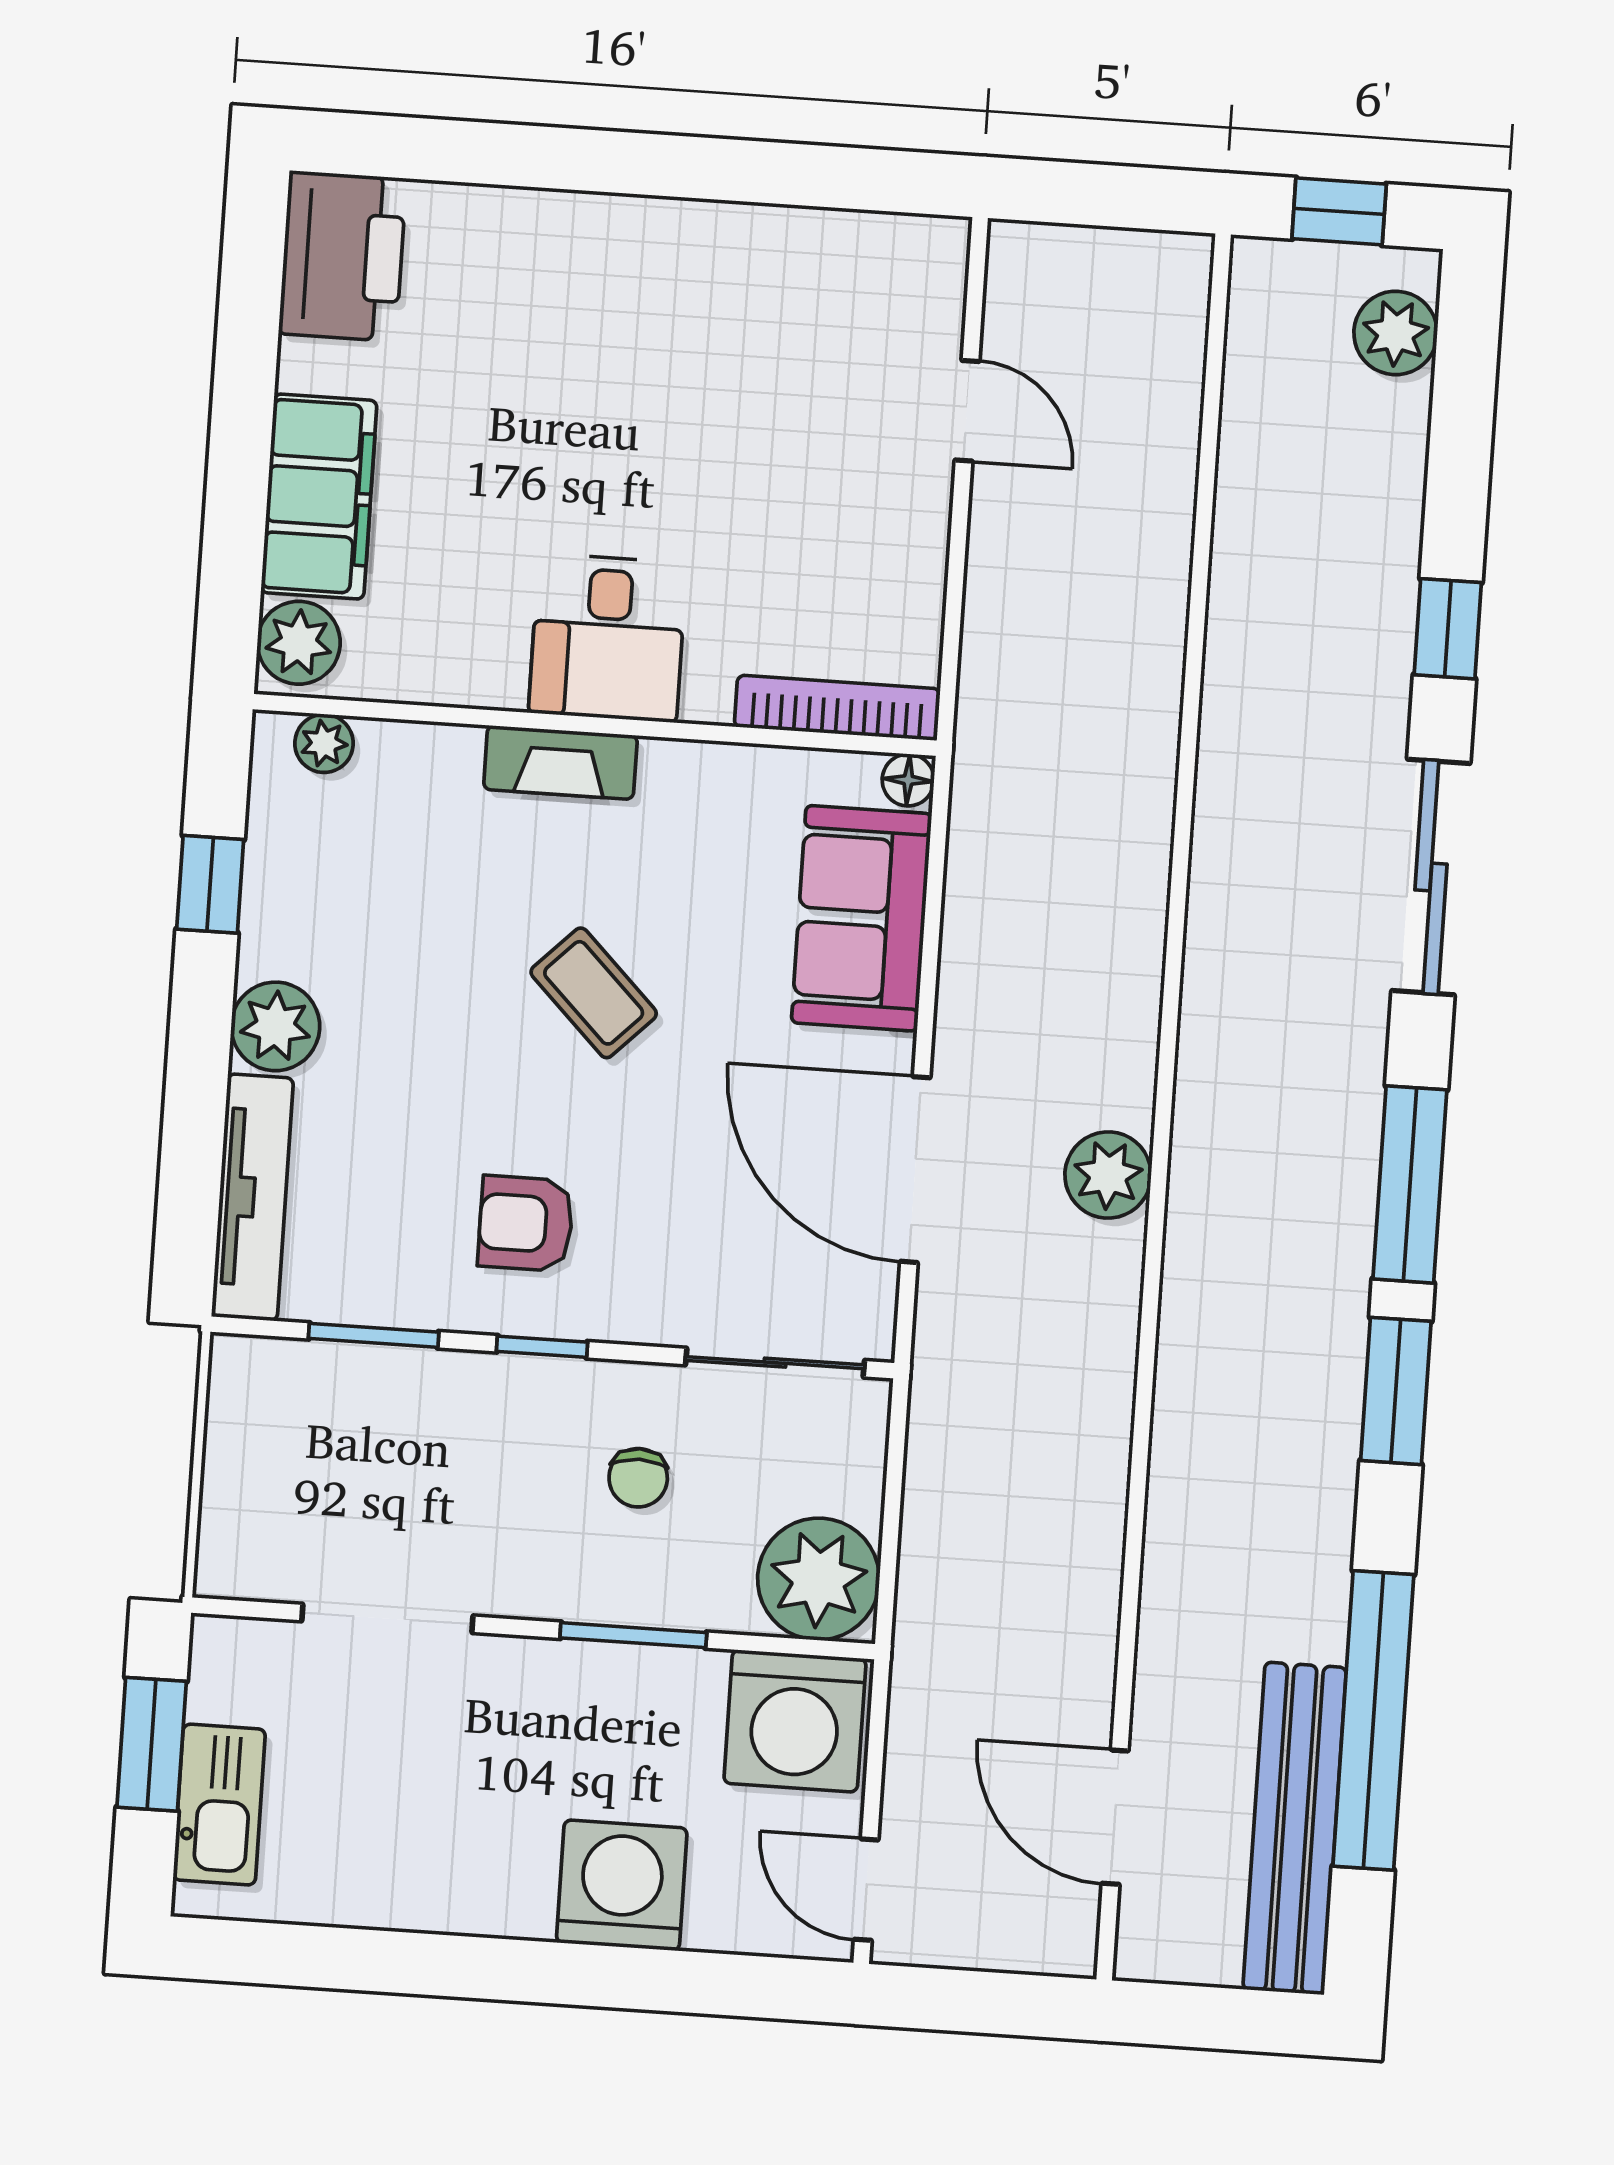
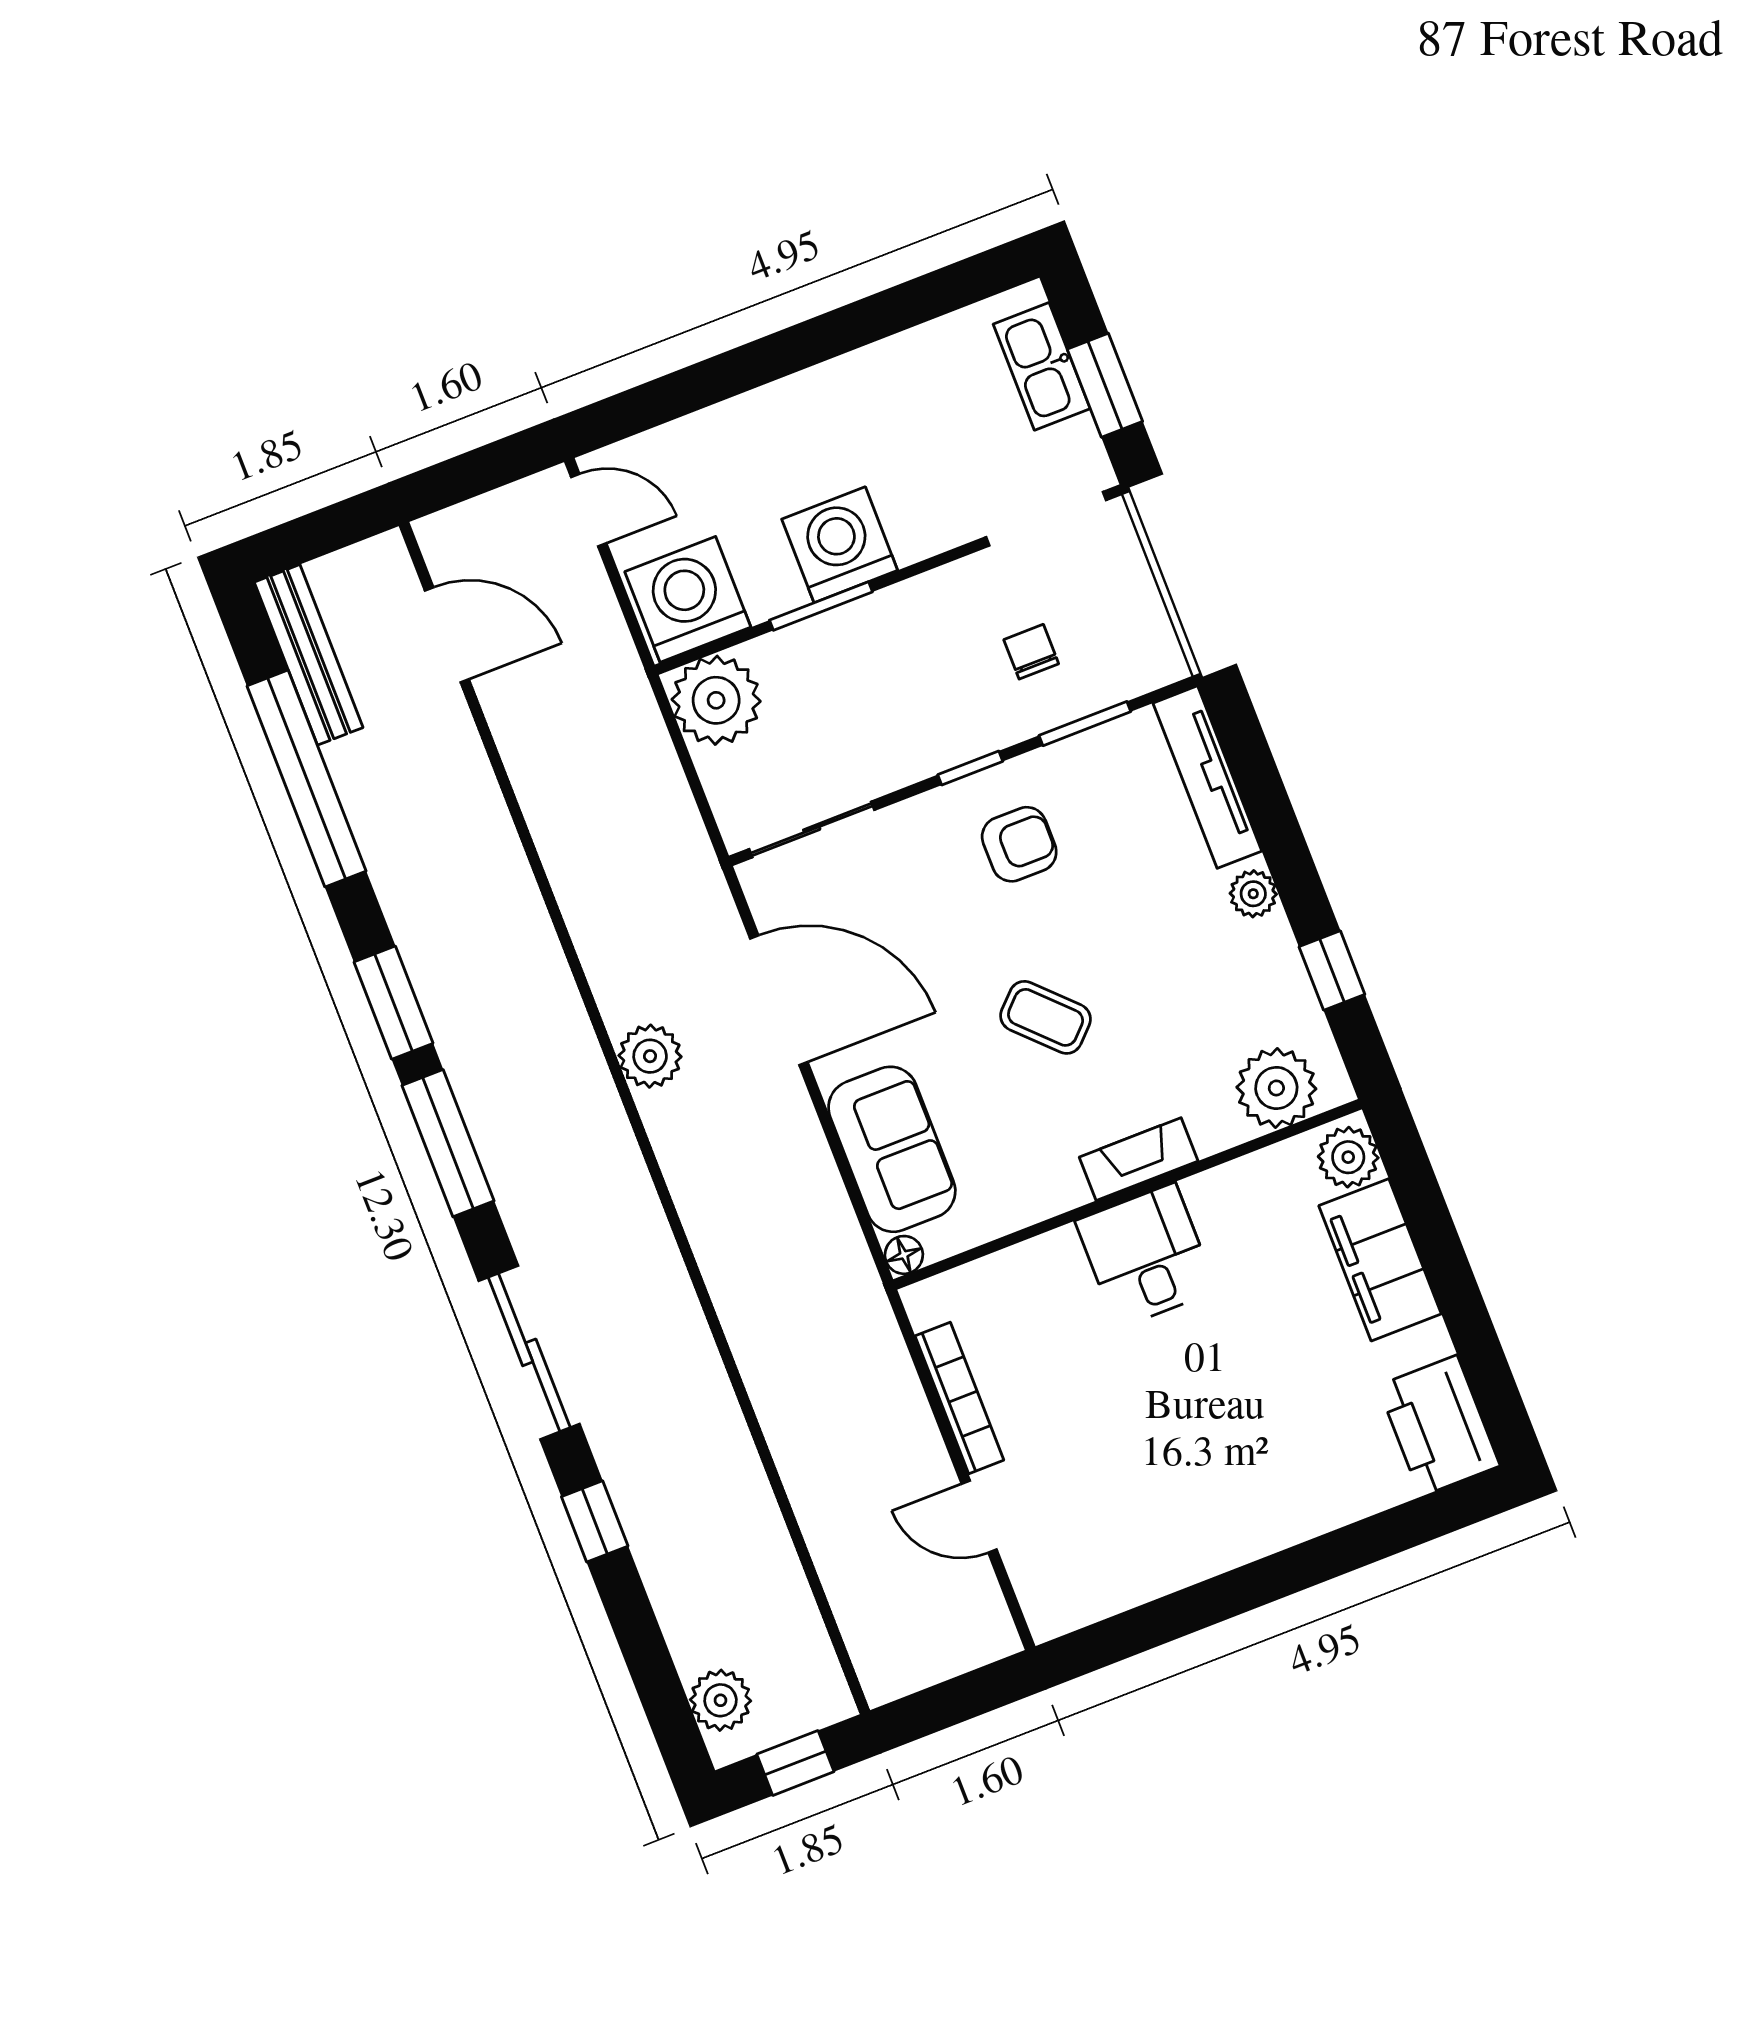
bookcase: (837, 708) -> (959, 1398), moved, turned -90
plant: (324, 743) -> (1276, 1088), width x1.87, depth x1.87
plant: (275, 1026) -> (1253, 894), width x0.73, depth x0.73
chair: (638, 1478) -> (1031, 652), moved
doorway: (387, 1618) -> (1046, 519), moved
bench: (1295, 1828) -> (309, 655), width x0.73, depth x0.82
washing machine: (622, 1885) -> (840, 545), moved, turned 180

